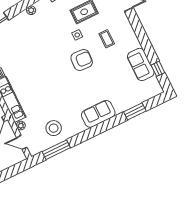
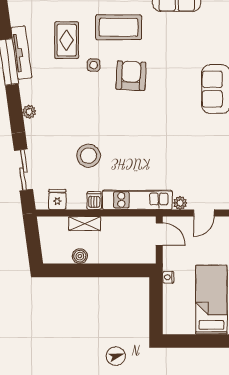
coffee table: (107, 39) -> (119, 27), width x1.86, depth x1.72
stool: (54, 128) -> (89, 156), moved

